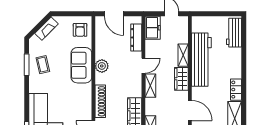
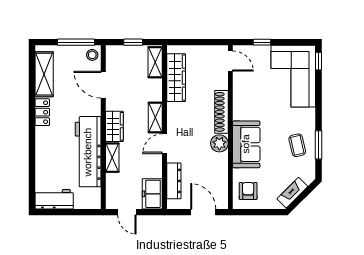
workbench: (234, 33) -> (54, 199), moved, turned -90
shoe rack: (100, 101) -> (221, 112), moved

